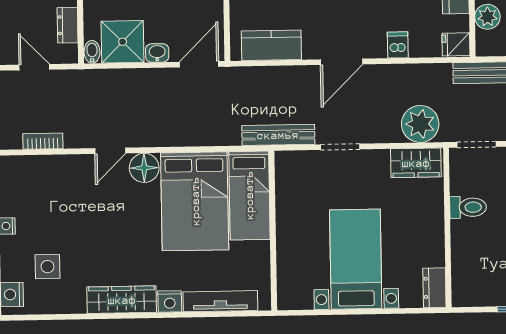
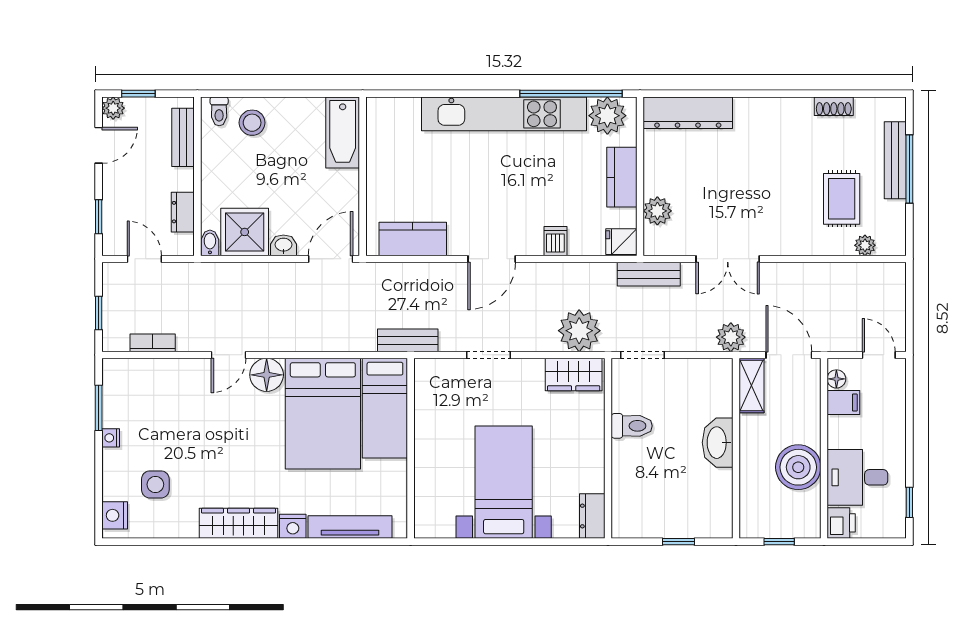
bench: (278, 135) -> (408, 340), width x0.73

